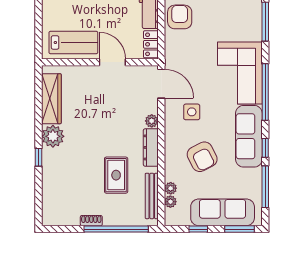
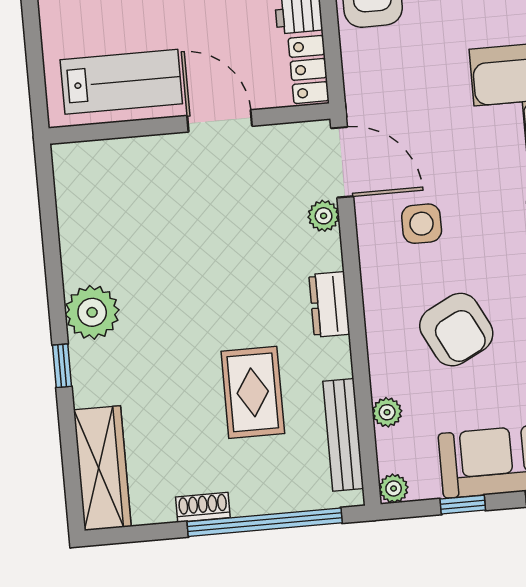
wardrobe: (51, 99) -> (102, 468), moved
plant: (152, 121) -> (324, 216), moved
dresser: (151, 147) -> (329, 304), width x0.70
plant: (170, 202) -> (394, 488), moved

